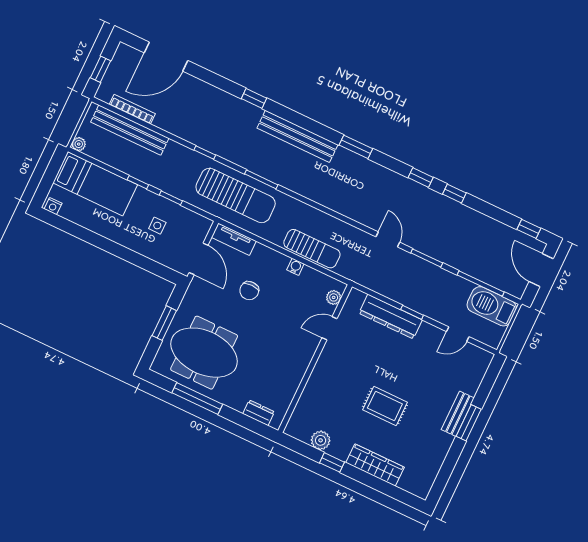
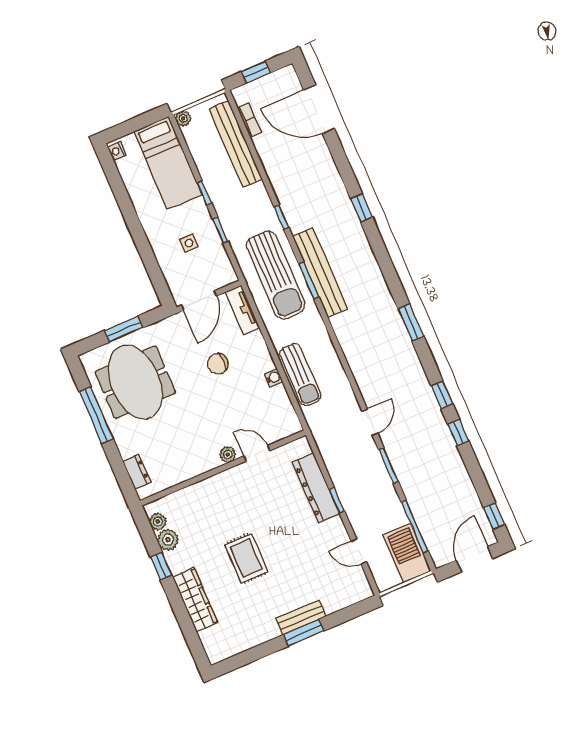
bookcase: (132, 109) -> (249, 120), width x0.64
bench: (297, 136) -> (320, 273), moved
plant: (334, 297) -> (228, 454), moved
plant: (303, 434) -> (158, 522), added

